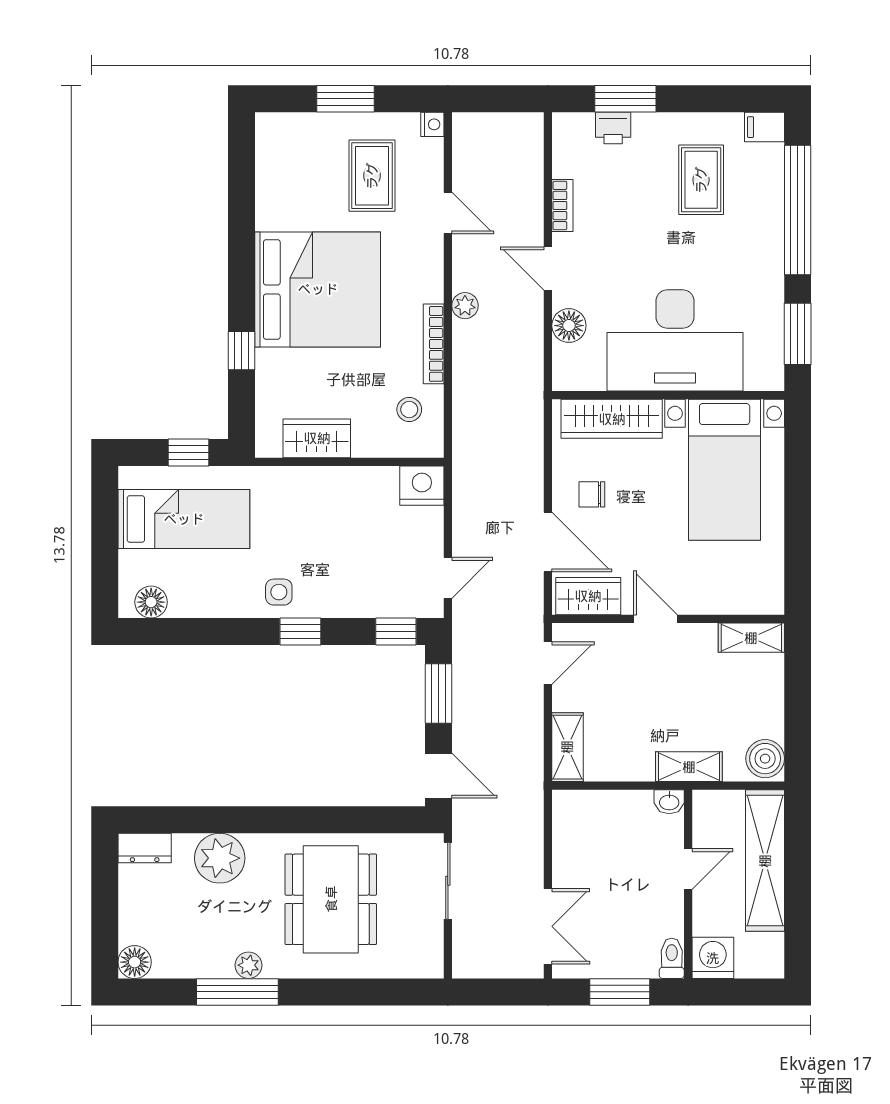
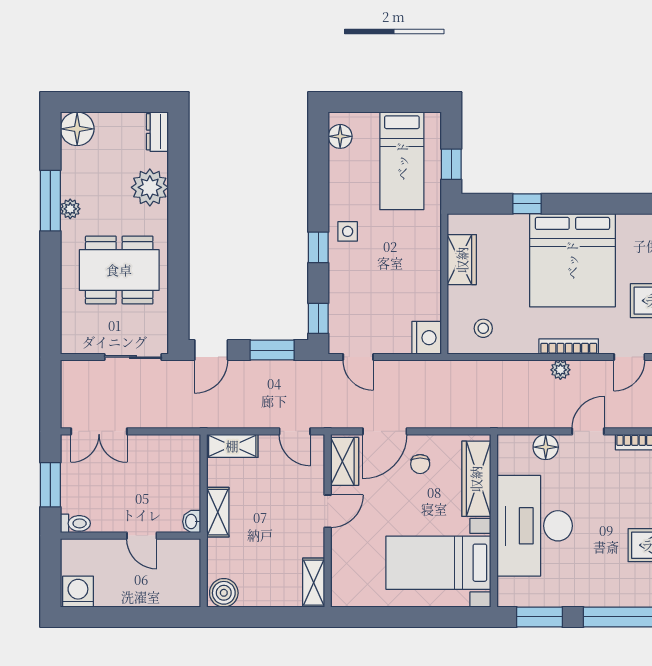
bookcase: (434, 344) -> (569, 346), moved
chair: (592, 494) -> (420, 464), turned 180
shelving: (689, 767) -> (218, 512), moved
shelving: (765, 861) -> (148, 593), removed
washing machine: (713, 958) -> (78, 592), moved, turned -90
floor lamp: (135, 962) -> (77, 129), width x1.38, depth x1.38

